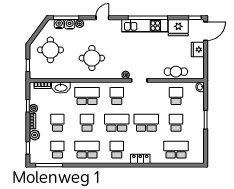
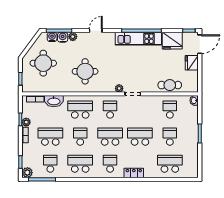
school desk: (57, 123) -> (50, 137), width x1.85
plant: (35, 135) -> (27, 173), moved

